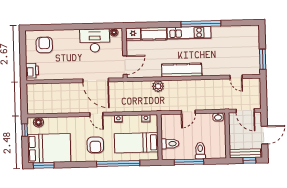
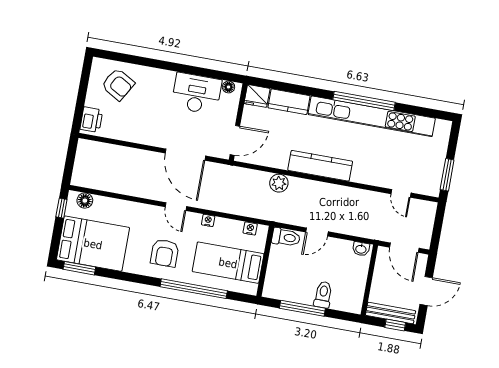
kitchen unit: (189, 33) -> (372, 116), width x1.86
armchair: (44, 45) -> (118, 84), turned 120
toilet: (170, 144) -> (286, 237), moved

